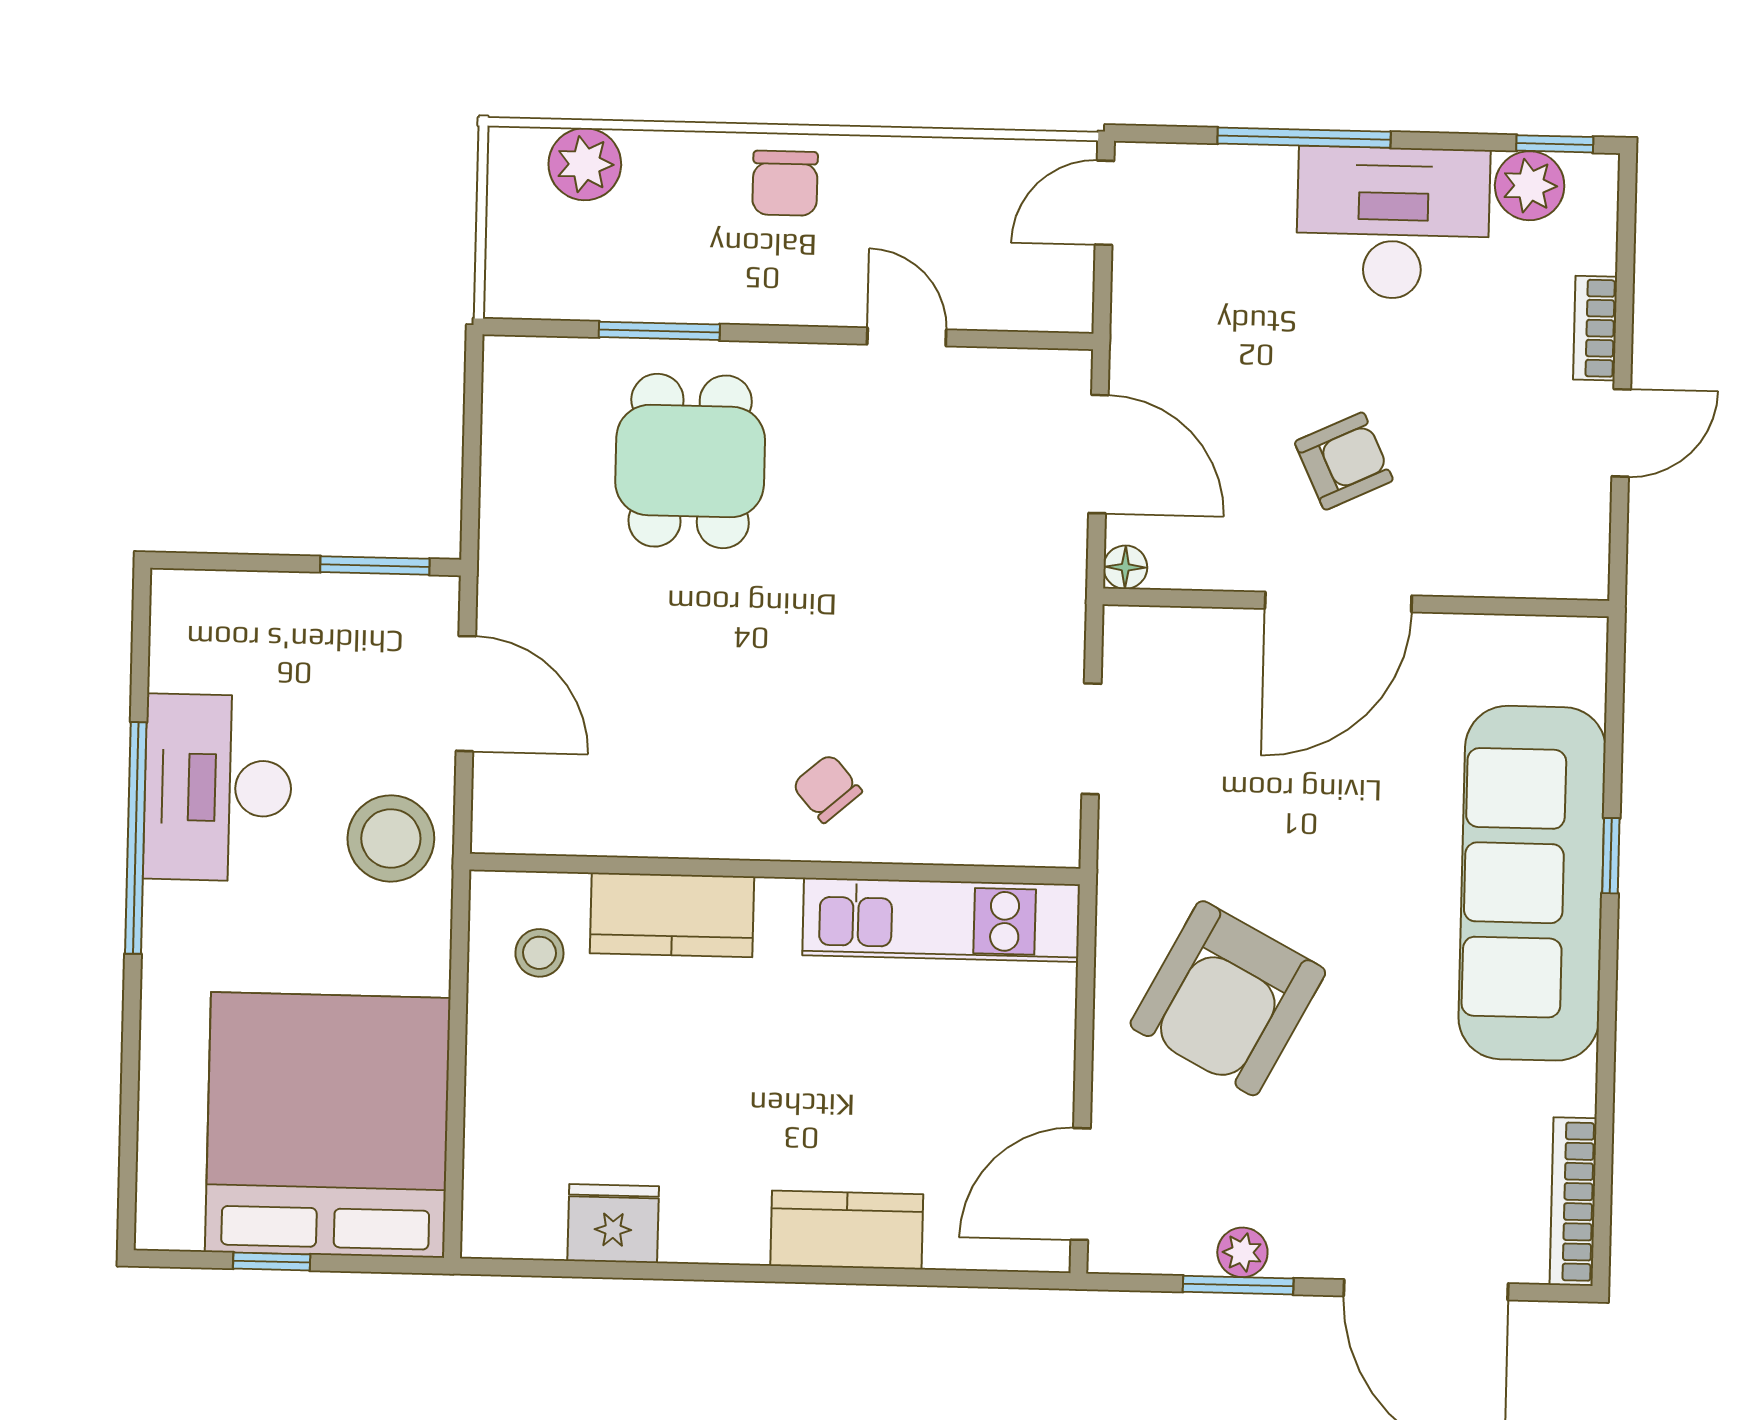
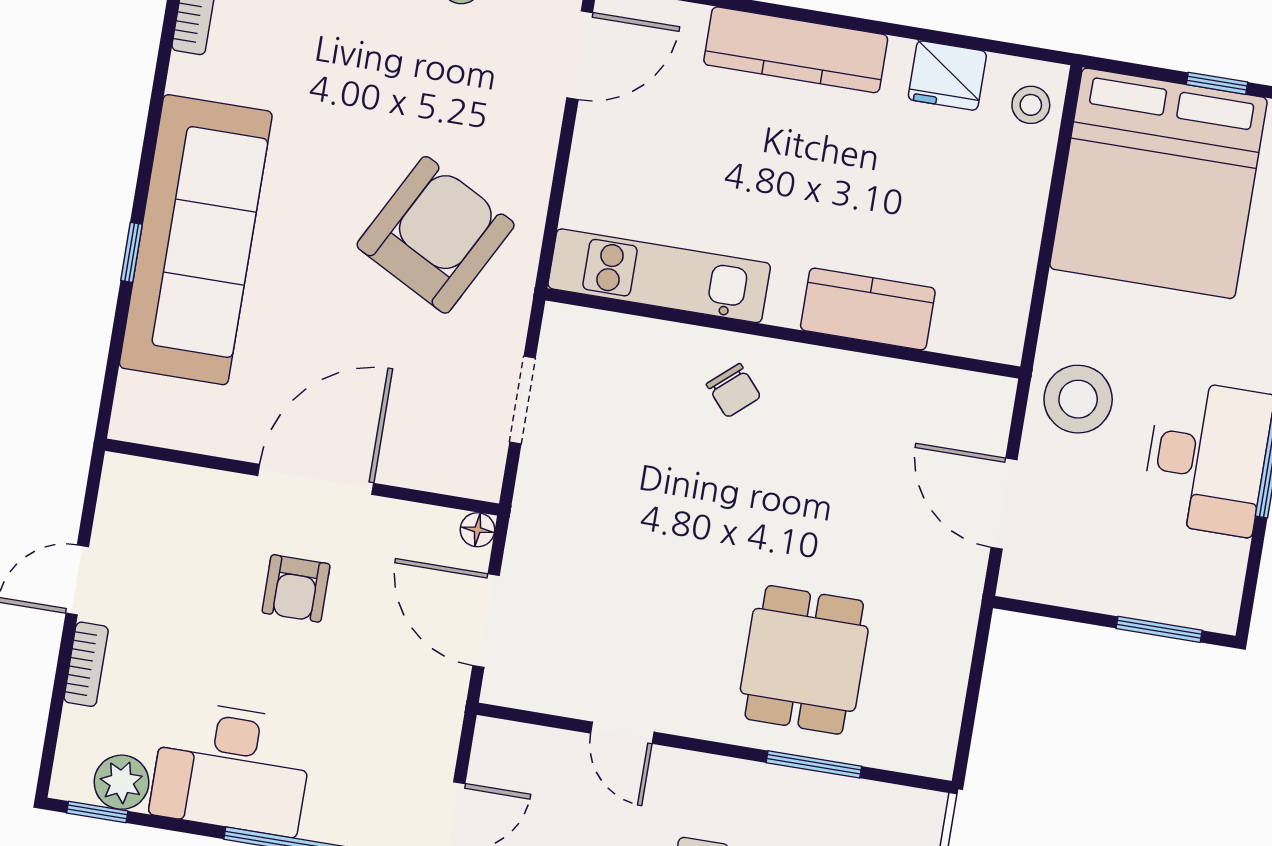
armchair: (1344, 461) -> (296, 588), turned -65
window: (375, 565) -> (1159, 629), moved
stool: (539, 953) -> (1031, 105), moved
armchair: (1228, 998) -> (436, 235), moved
kitchen counter: (847, 1230) -> (796, 50), width x1.50

